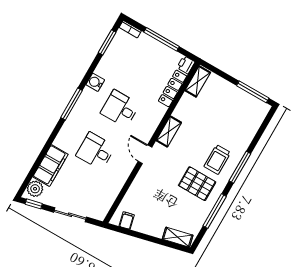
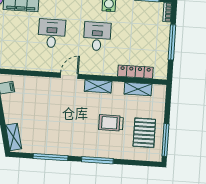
printer: (186, 65) -> (161, 73), removed
shelving: (198, 82) -> (138, 89), moved
trolley: (217, 160) -> (111, 123), moved
pallet: (197, 184) -> (144, 133), moved

